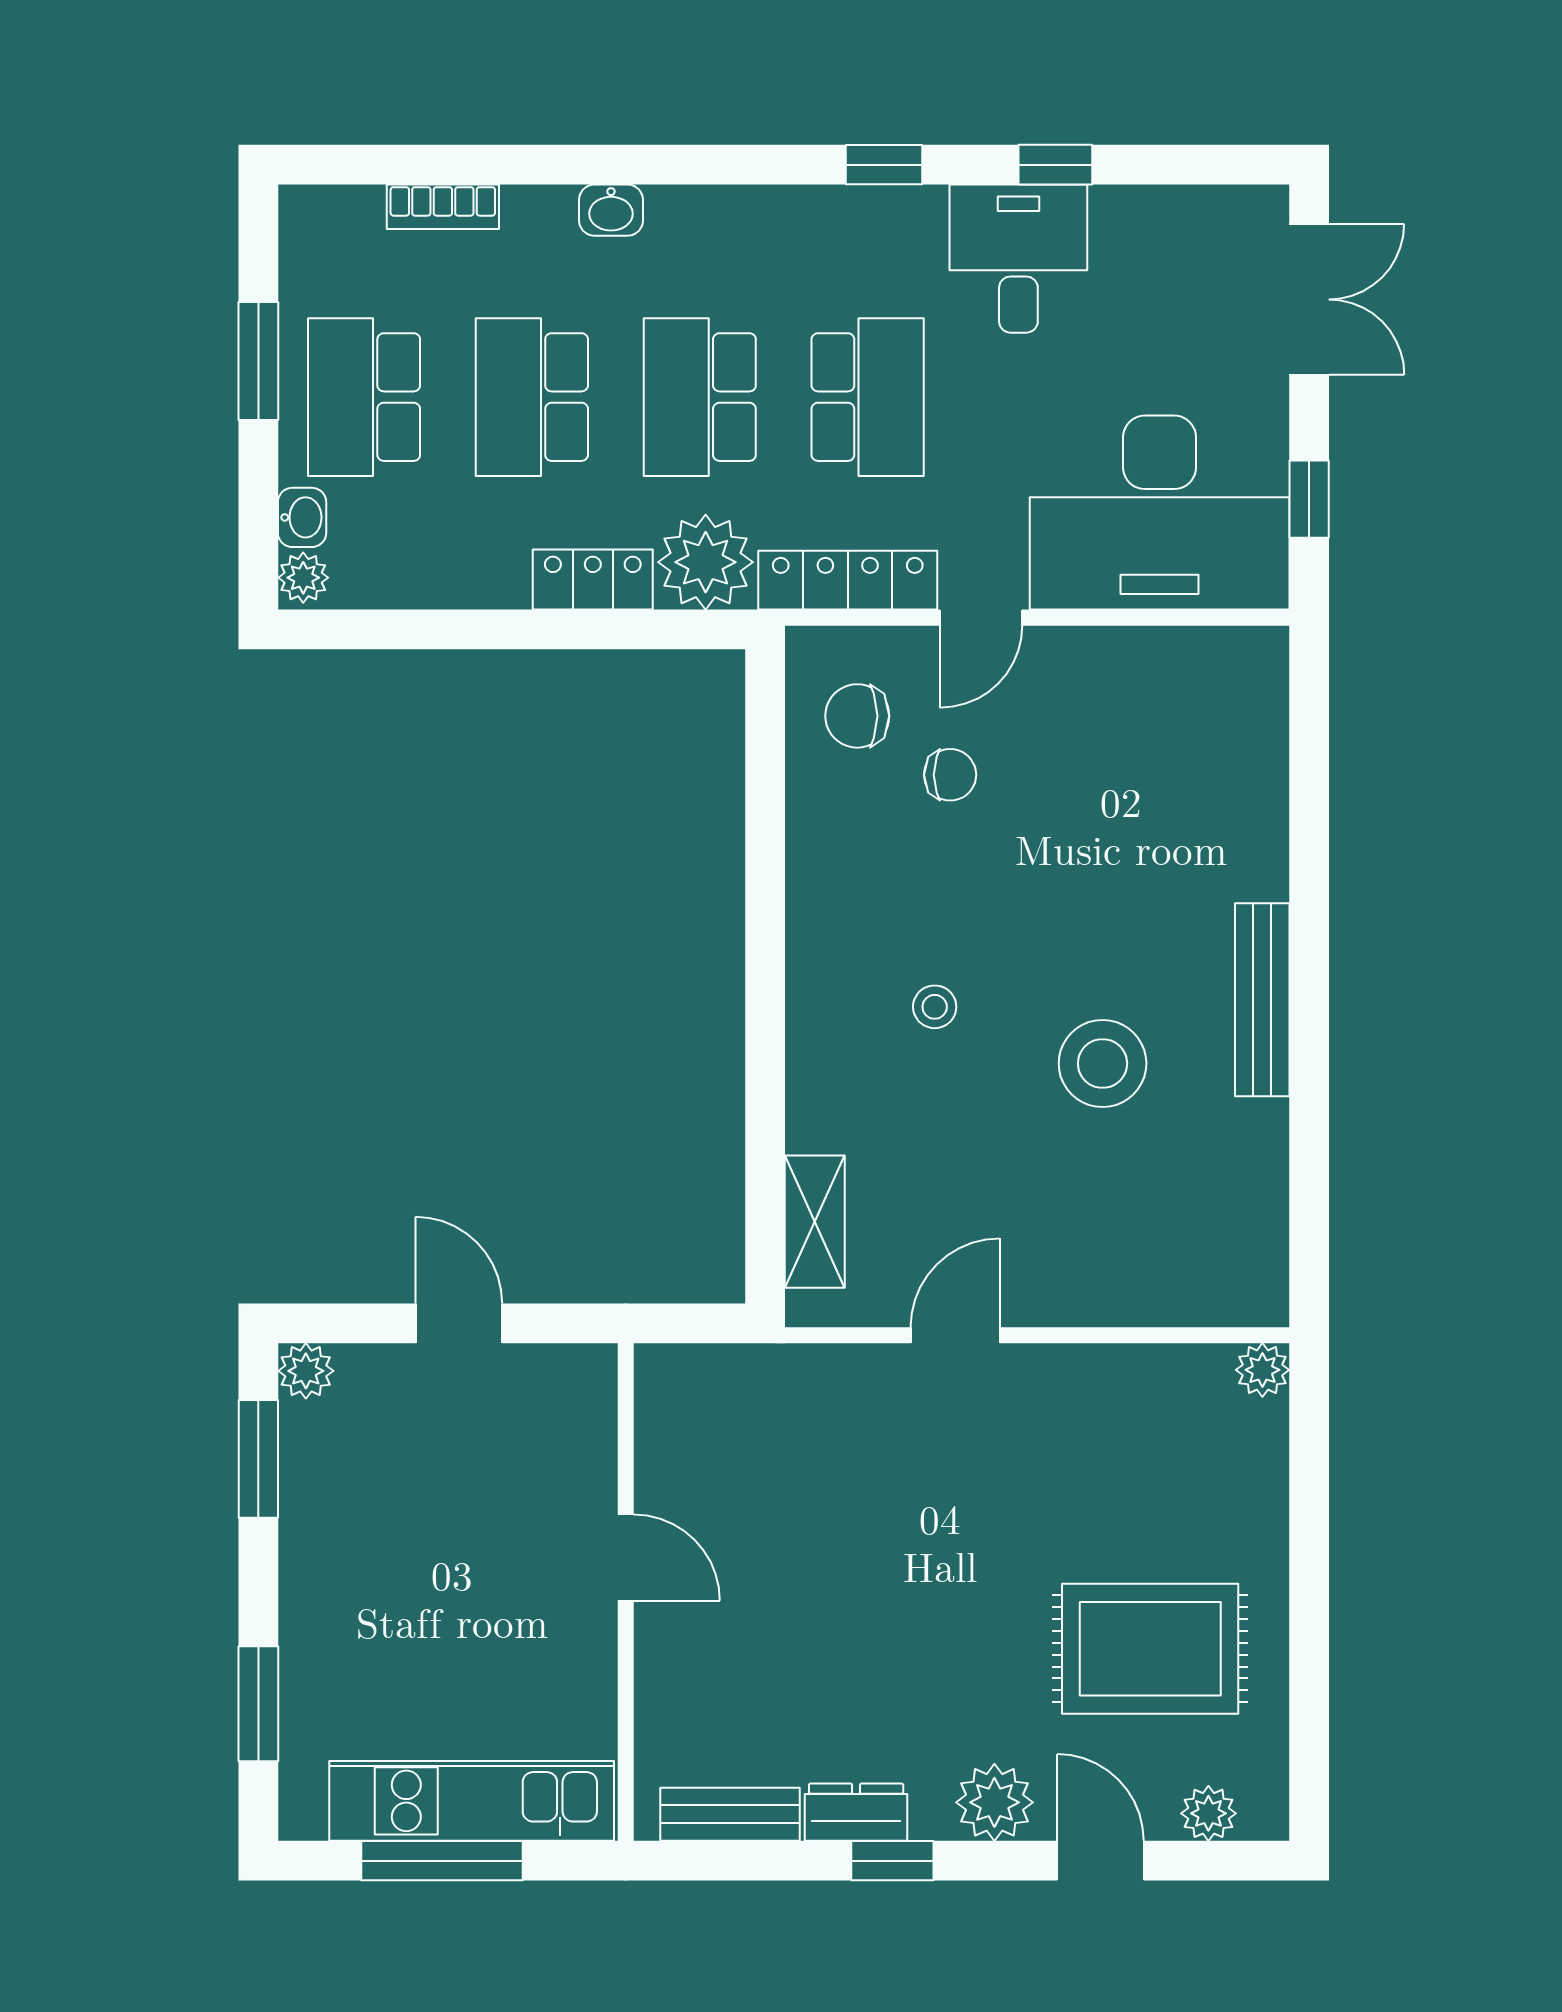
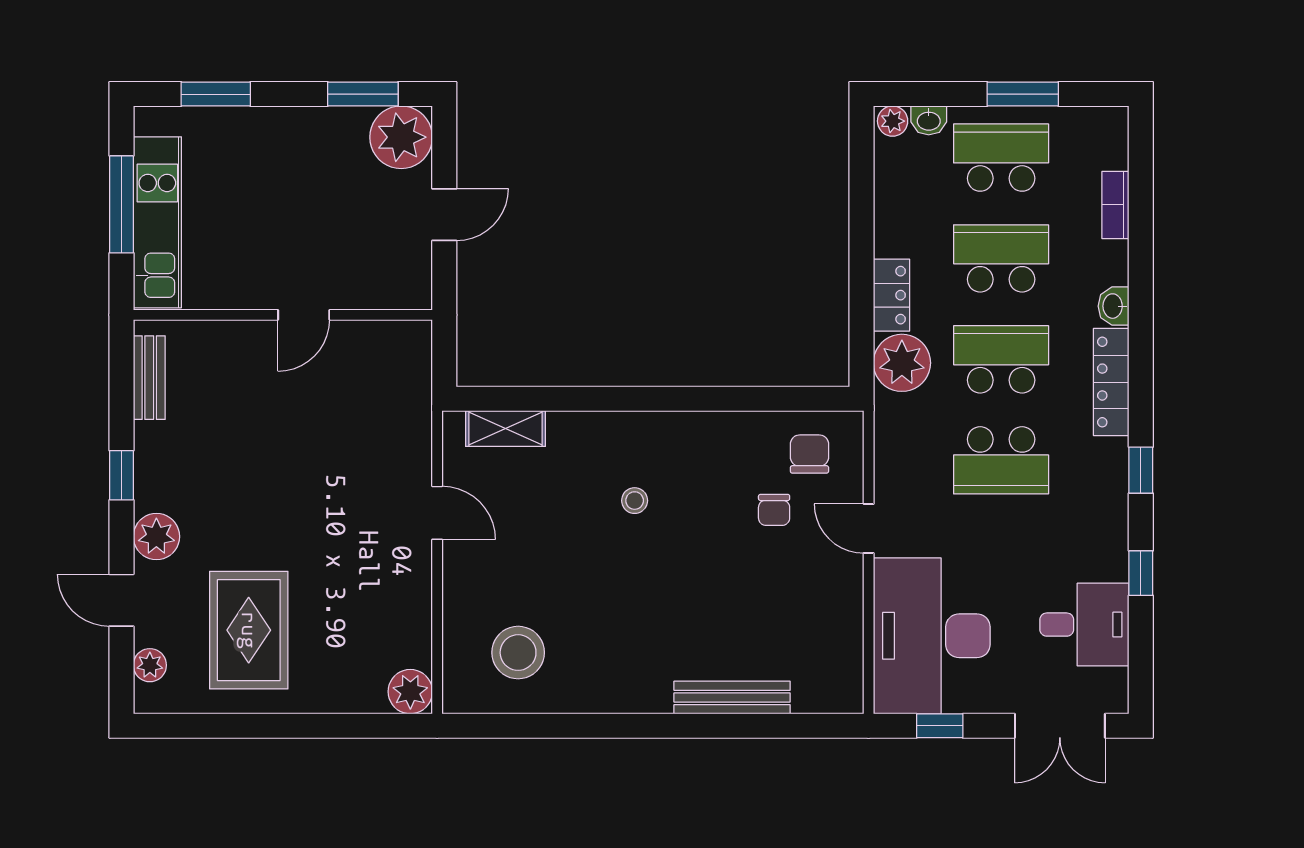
desk: (1018, 259) -> (1084, 625), moved
locker: (848, 580) -> (1111, 382), moved, turned 180
bench: (1262, 1000) -> (732, 697), moved
stool: (1103, 1063) -> (518, 653), moved
plant: (1262, 1370) -> (410, 692), width x1.38, depth x1.38
plant: (306, 1371) -> (401, 137), width x1.88, depth x1.88
dresser: (856, 1812) -> (151, 453), removed
door: (1100, 1861) -> (121, 600), swing flipped

